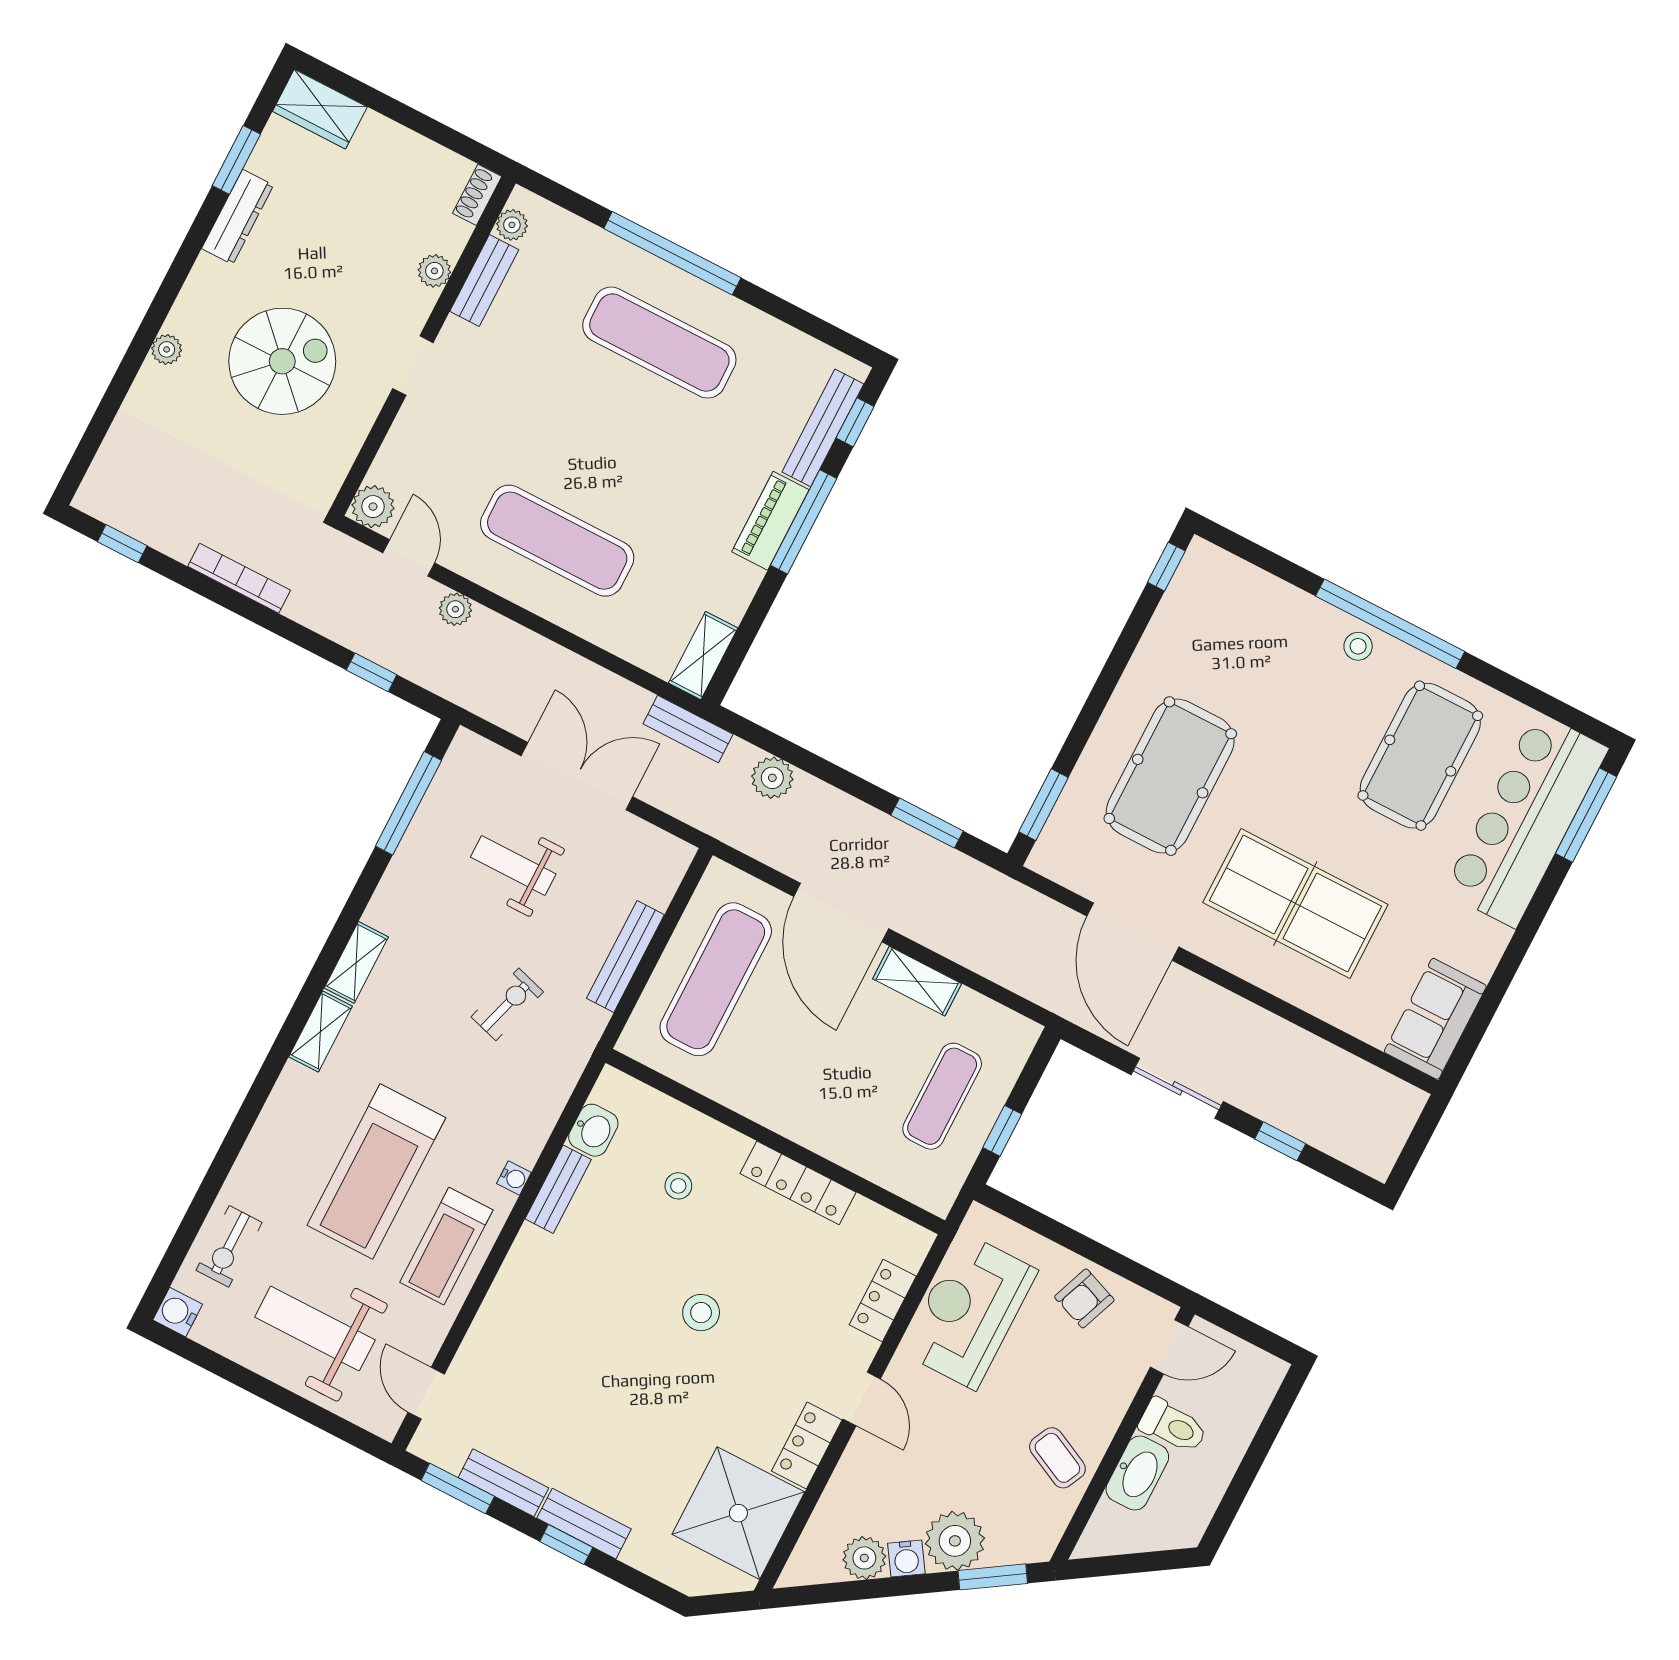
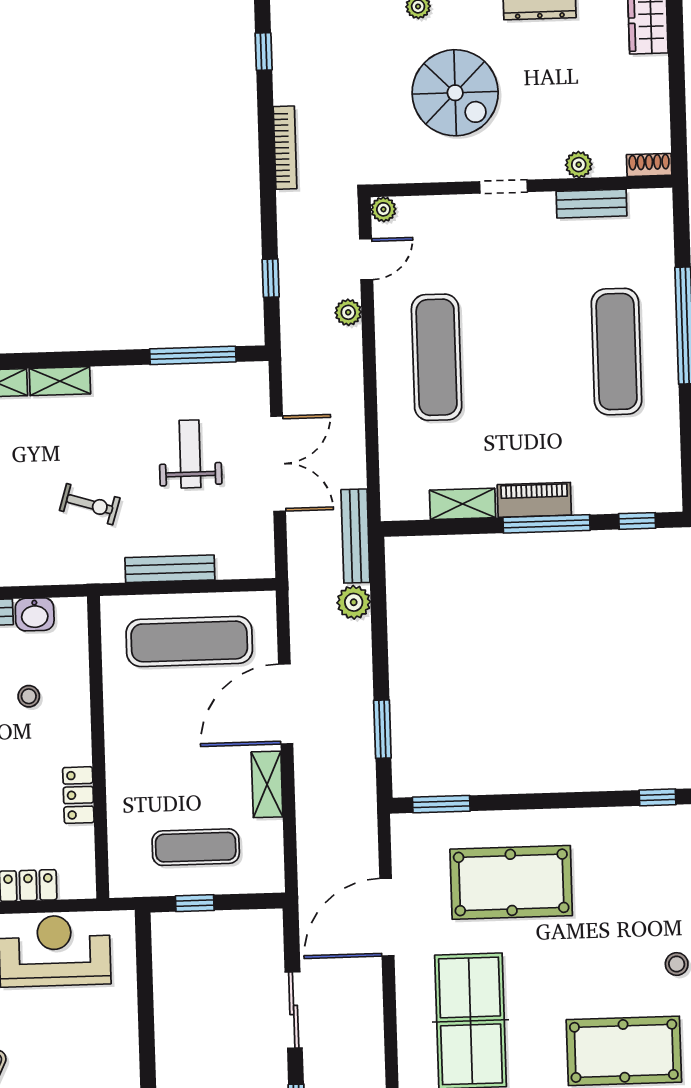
plant: (512, 225) -> (642, 201), removed
bench: (823, 428) -> (620, 500), removed
plant: (373, 507) -> (383, 209), width x0.73, depth x0.73
shelving: (703, 656) -> (463, 504), moved
bench: (688, 729) -> (355, 536), width x1.36
locker: (798, 1183) -> (78, 795), width x0.66
armchair: (1084, 1298) -> (109, 1027), removed

